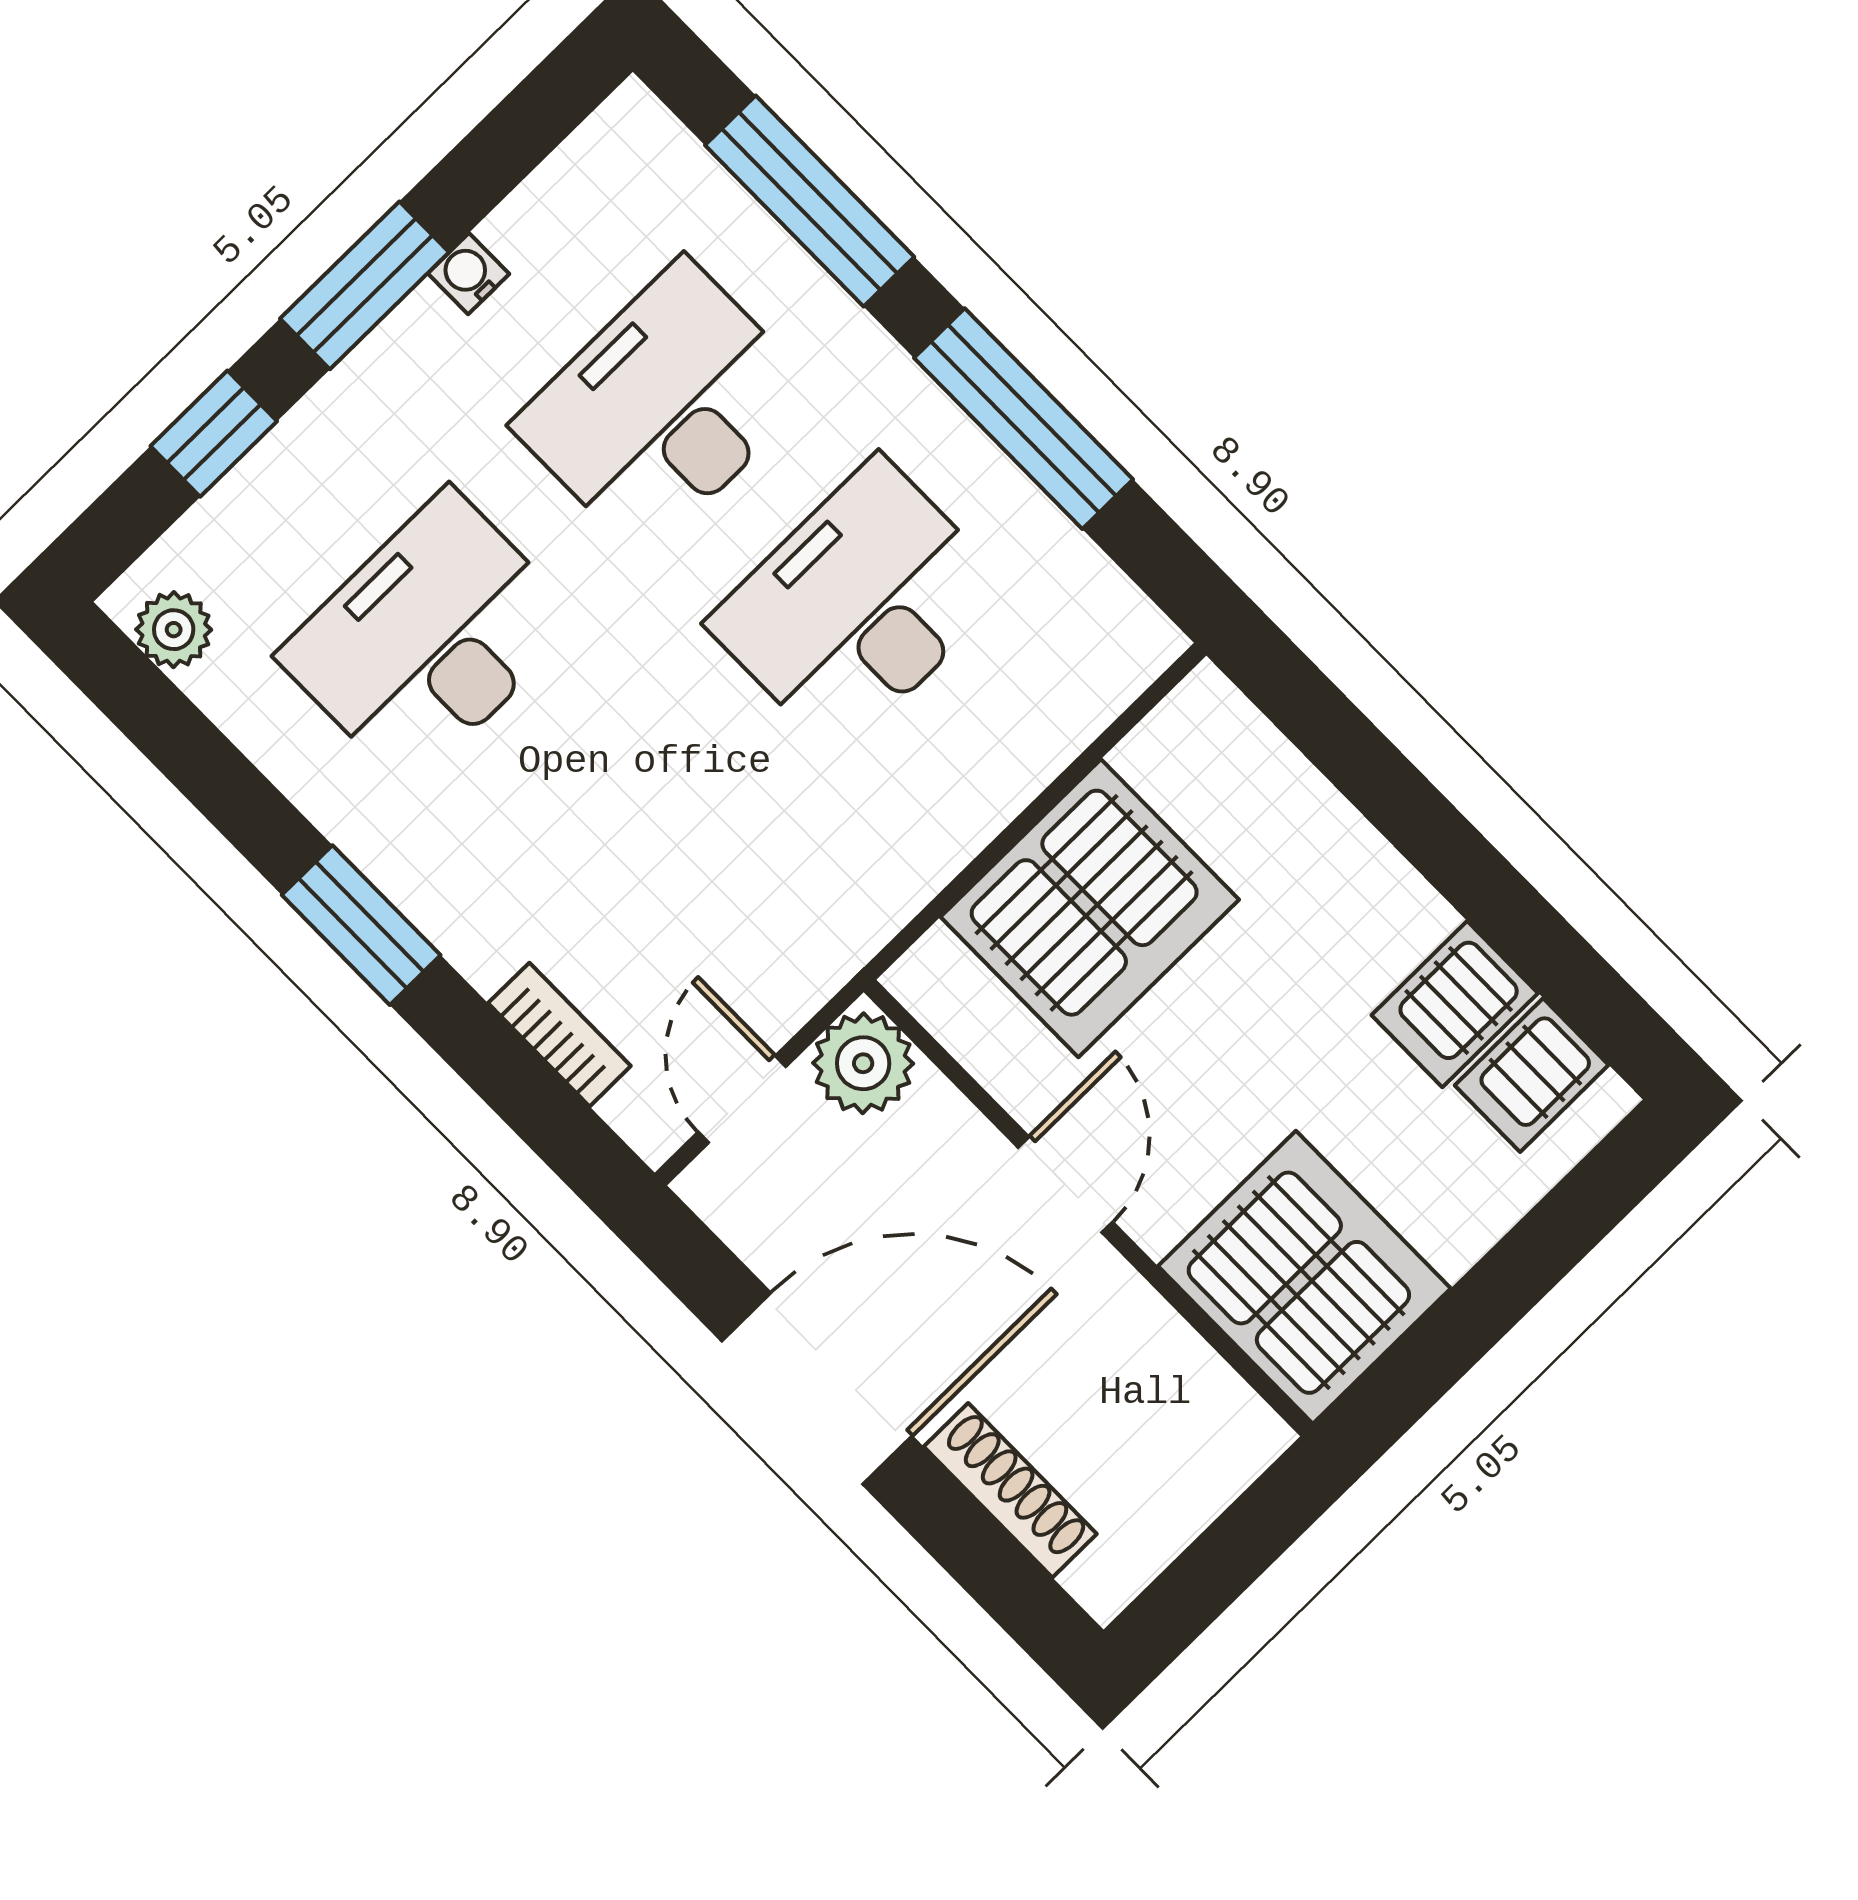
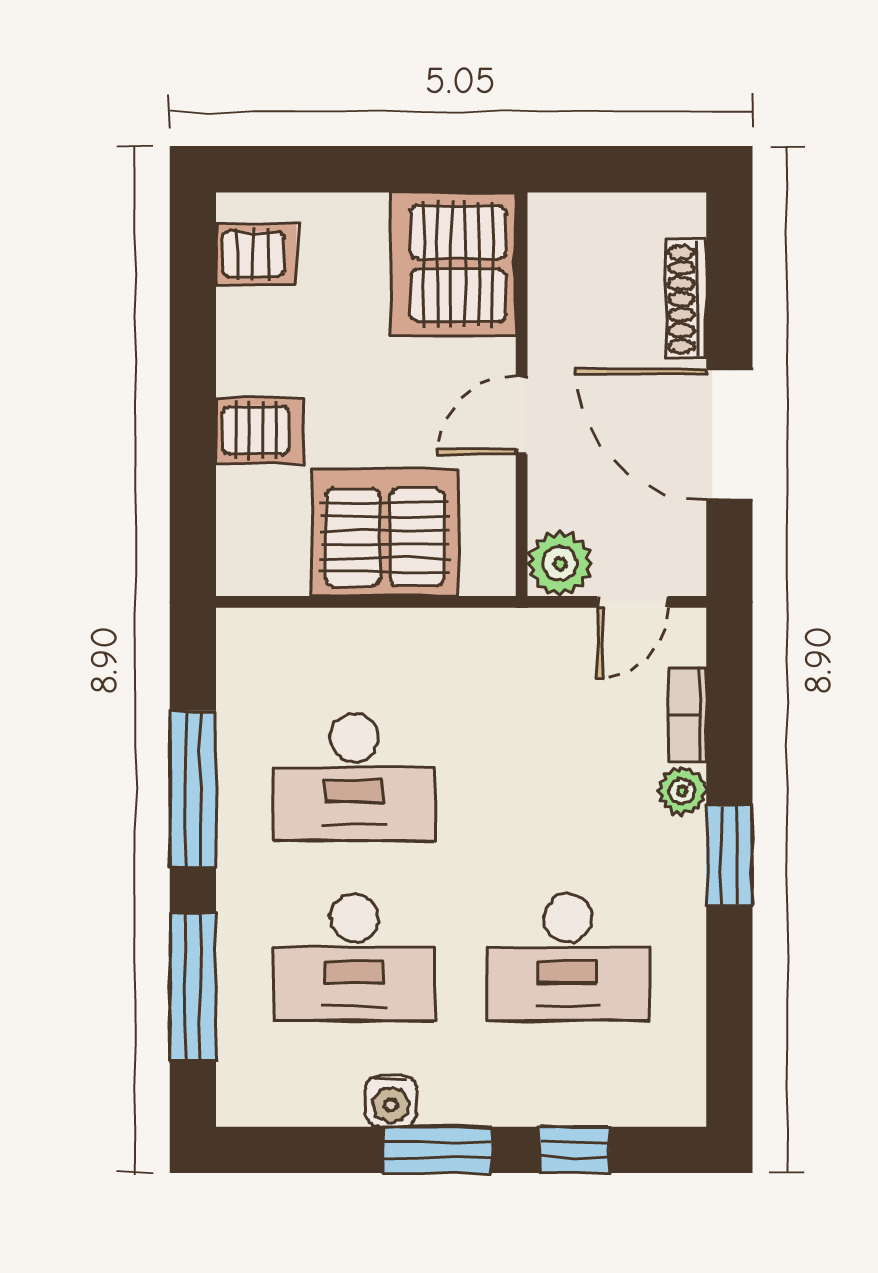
water cooler: (469, 274) -> (391, 1101), width x1.38, depth x1.38
plant: (174, 630) -> (682, 791), moved
server rack: (1455, 1004) -> (260, 430), moved

